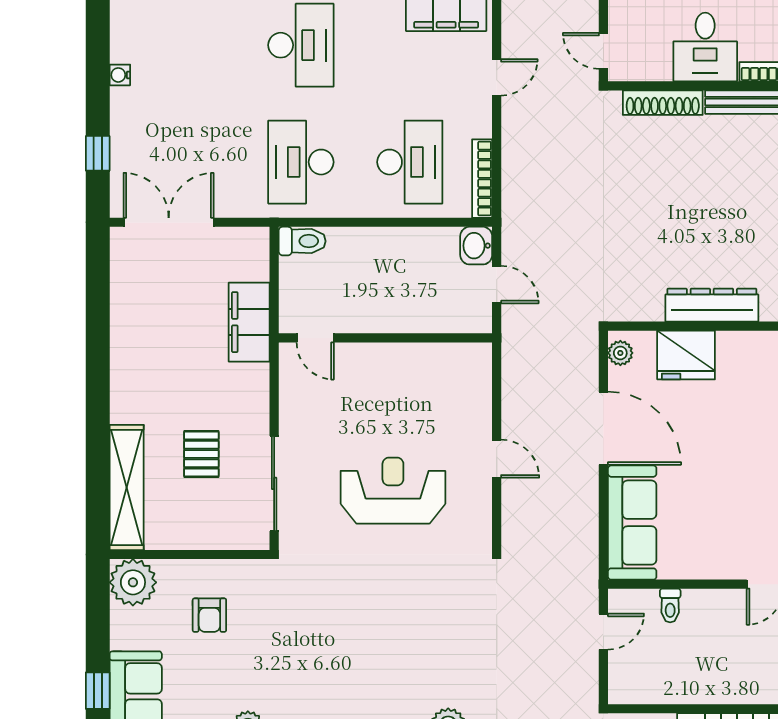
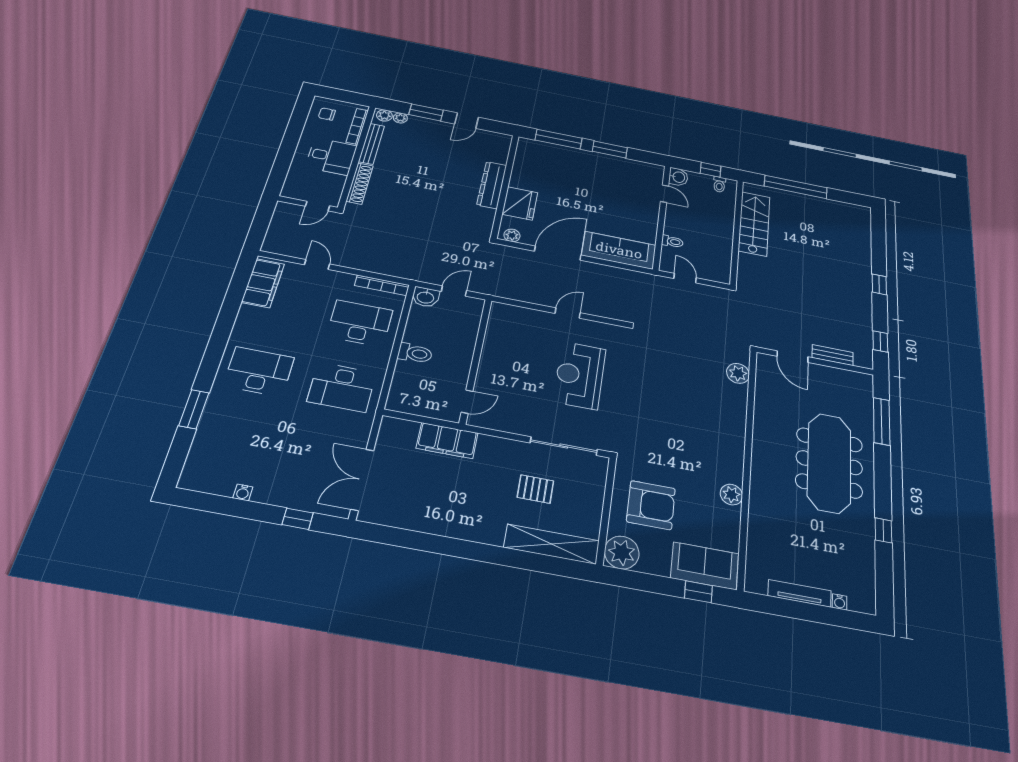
toilet: (302, 241) -> (415, 353), moved, turned 90
armchair: (209, 615) -> (651, 505), width x1.88, depth x1.88

